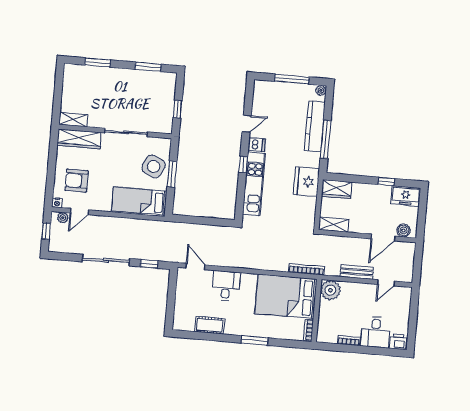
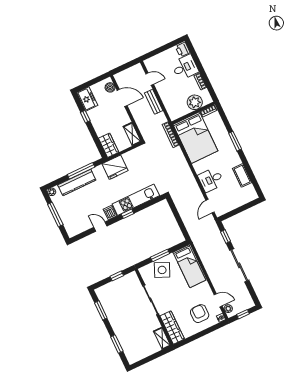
armchair: (77, 181) -> (200, 314), turned 180
plant: (330, 290) -> (195, 102), moved

